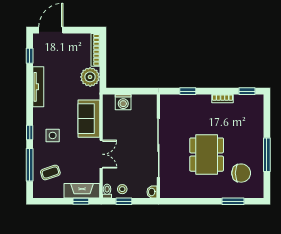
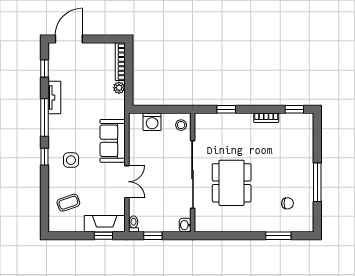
plant: (90, 77) -> (119, 88), width x0.53, depth x0.53
tv unit: (38, 87) -> (54, 97), width x0.71
dining table: (207, 155) -> (232, 183), moved
window: (30, 165) -> (45, 117), moved
chair: (241, 173) -> (288, 203), width x0.54, depth x0.54
stool: (122, 189) -> (181, 125), moved

